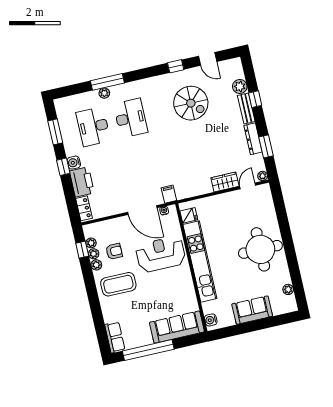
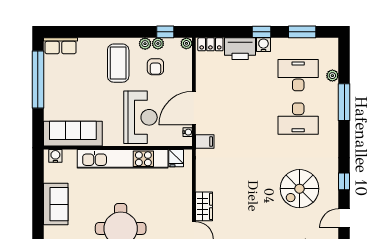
plant: (104, 93) -> (332, 76), moved
plant: (91, 243) -> (186, 43), moved
sofa: (177, 327) -> (73, 134), moved, turned -90

